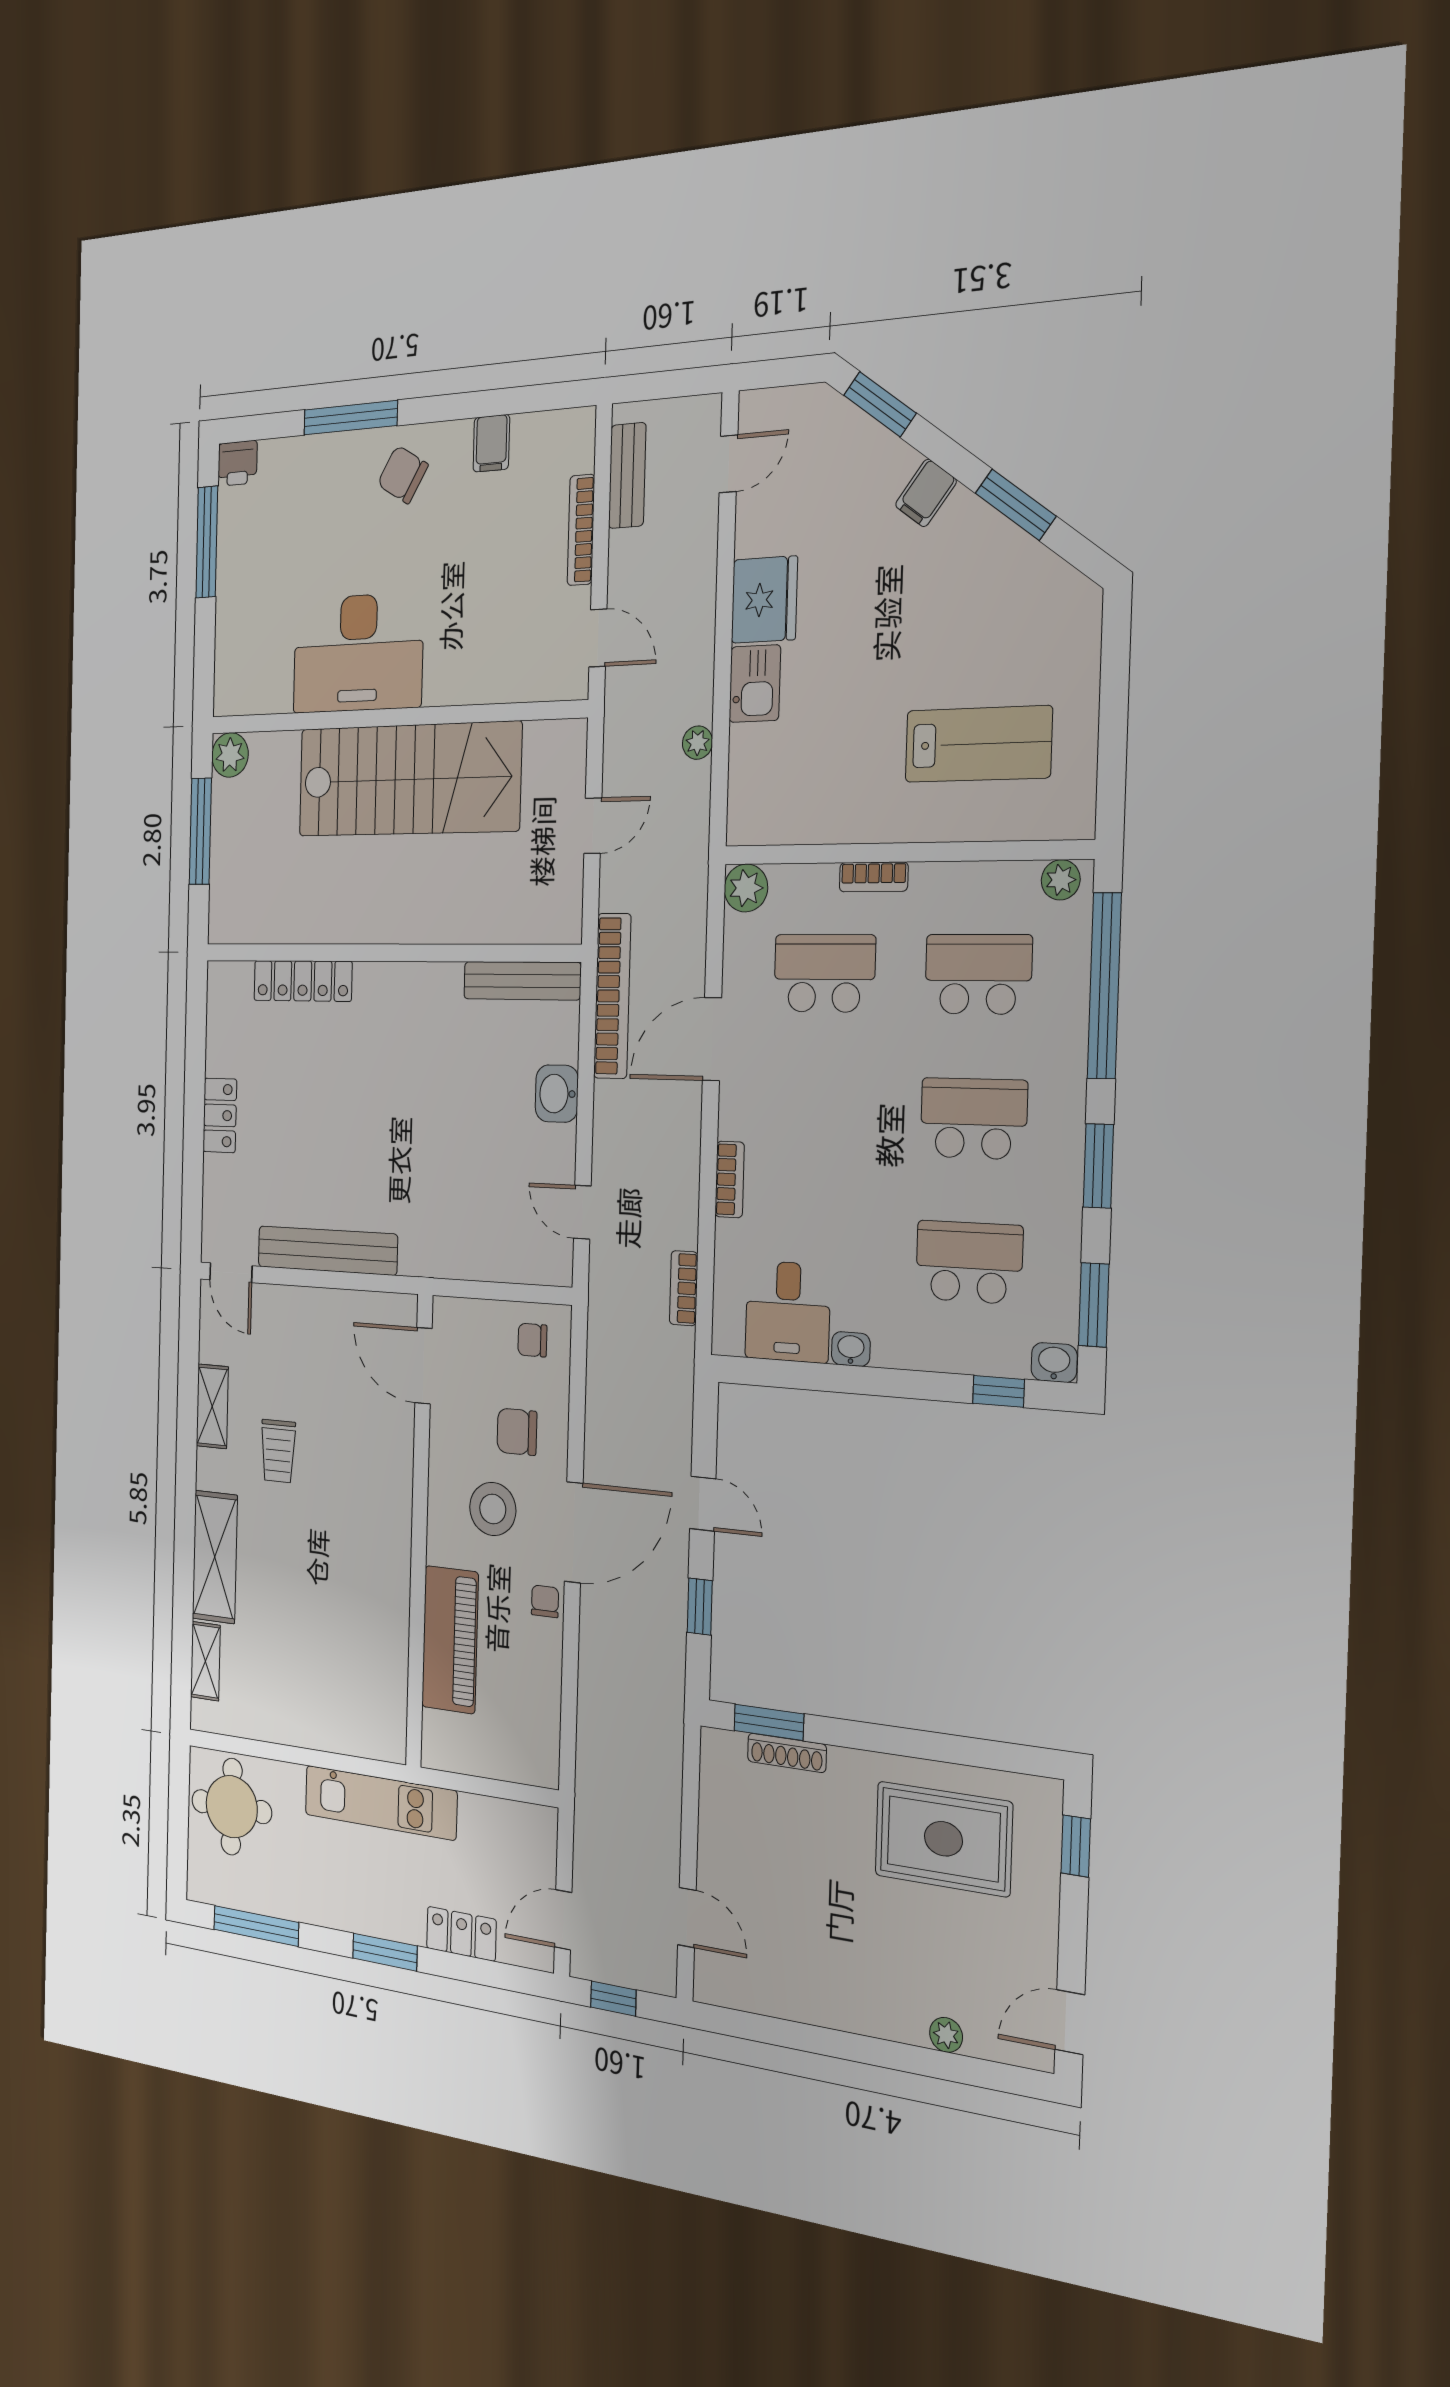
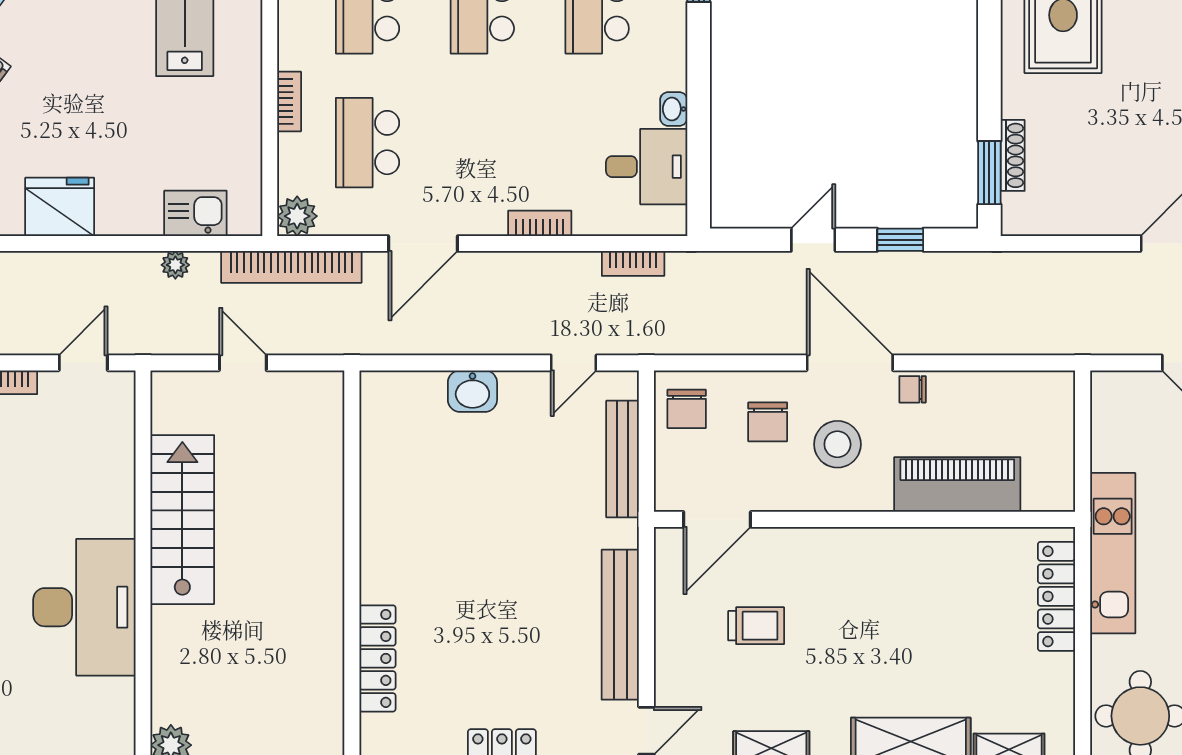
kitchen sink: (755, 684) -> (195, 213), moved
stairs: (409, 779) -> (182, 520), width x0.73, depth x0.66
bench: (522, 981) -> (623, 459), moved
bookcase: (612, 996) -> (291, 267), moved, turned 180
door: (712, 1039) -> (423, 243), hinge flipped
chair: (532, 1340) -> (687, 409), width x1.37, depth x1.37
trolley: (278, 1451) -> (756, 626), moved
locker: (342, 1734) -> (1056, 596), added

